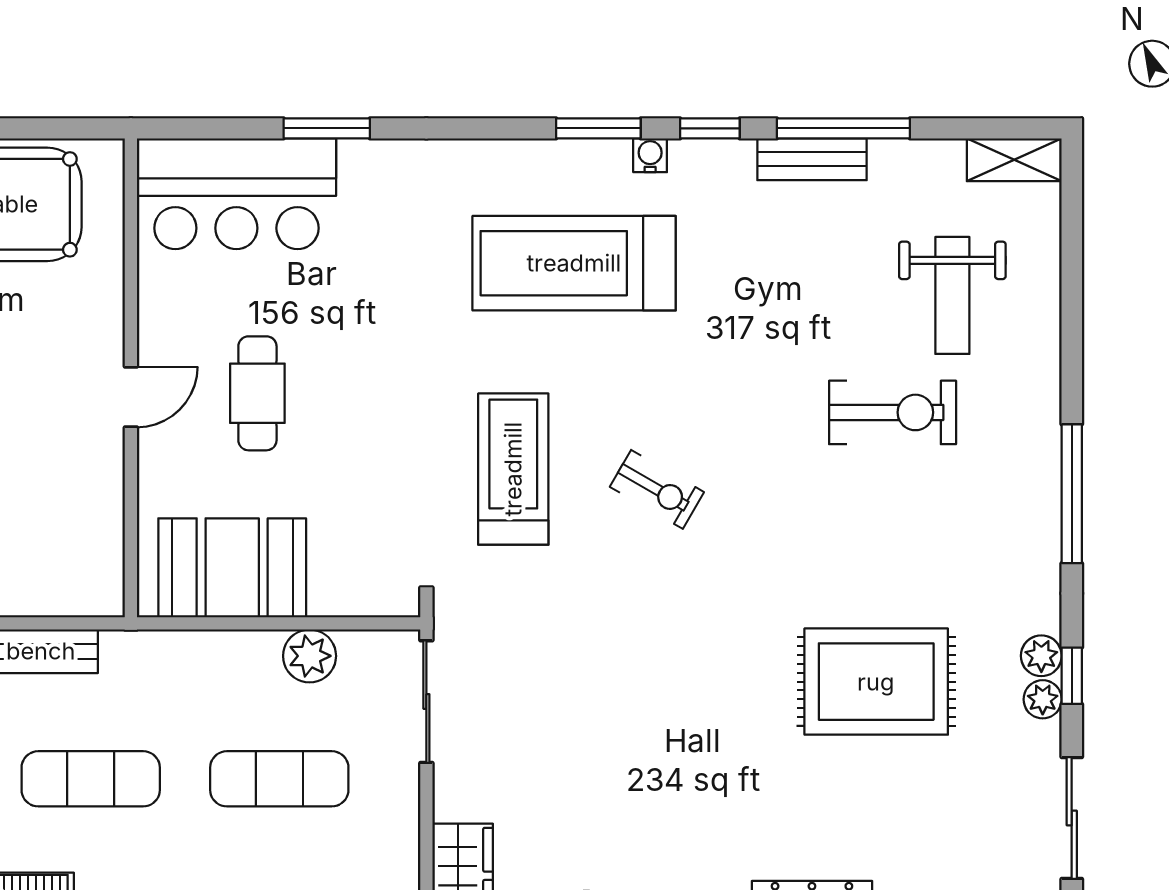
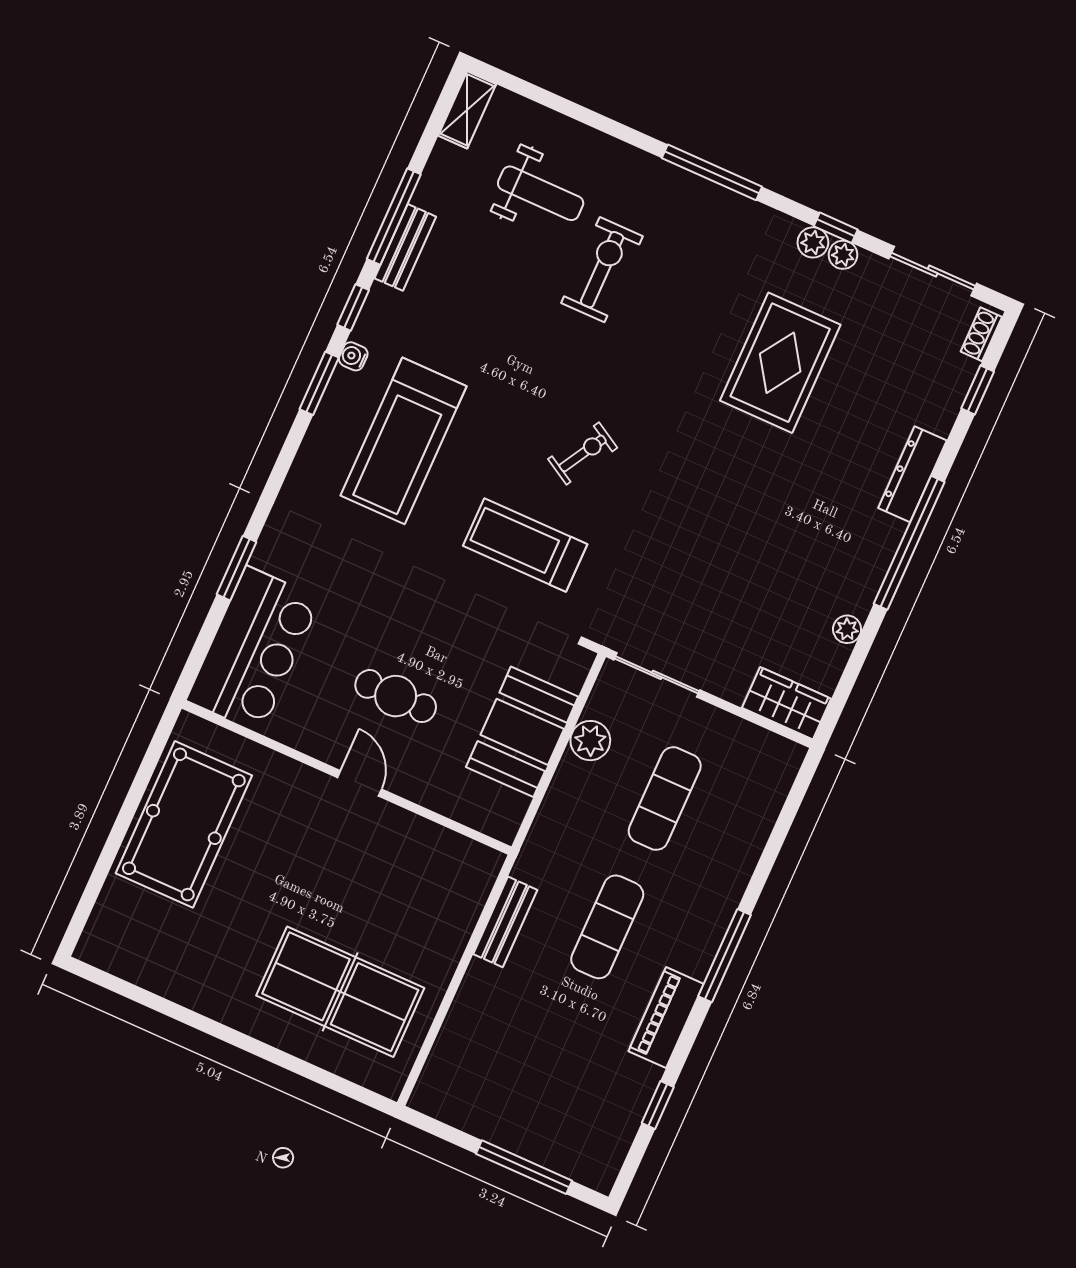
booth: (232, 568) -> (522, 732), moved

